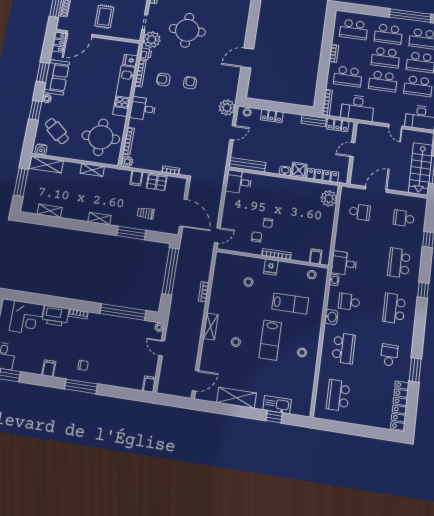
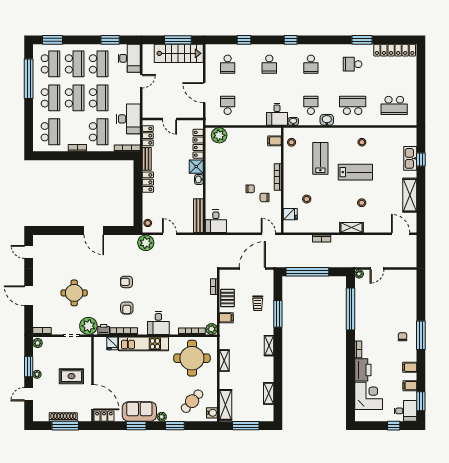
round table: (187, 30) -> (74, 293), width x0.73, depth x0.73
locker: (272, 116) -> (148, 182), moved
school desk: (399, 263) -> (269, 64), width x0.54
fridge: (271, 267) -> (290, 214), moved
school desk: (349, 302) -> (311, 105), turned 180
school desk: (394, 309) -> (311, 64), width x0.54
filing cabinet: (149, 384) -> (410, 386), moved

